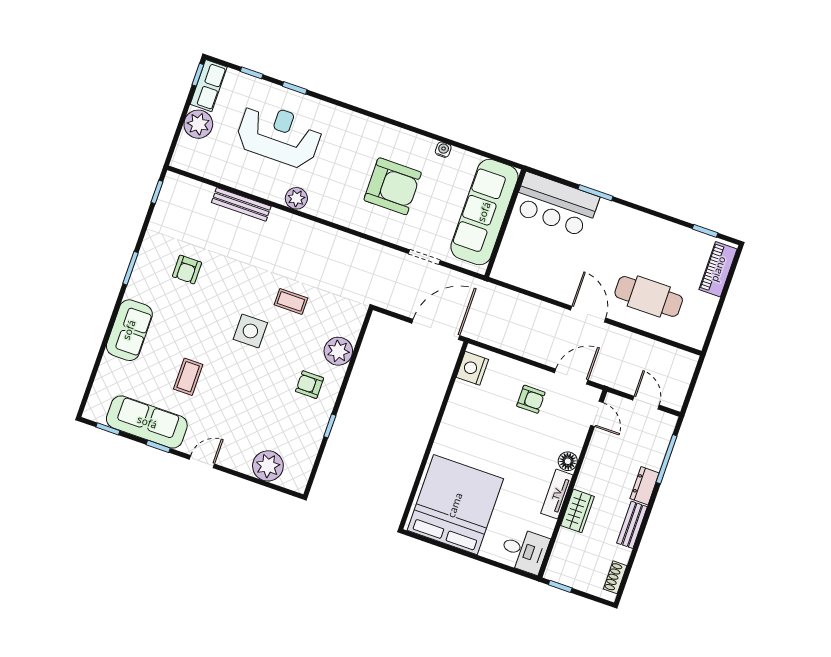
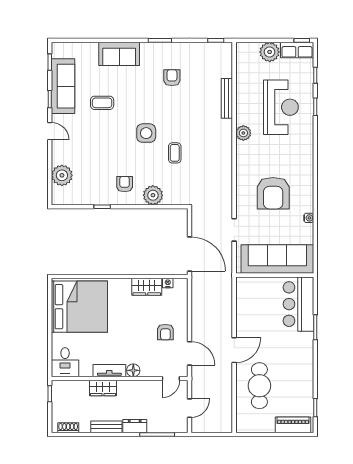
armchair: (187, 270) -> (172, 78), turned 90
nightstand: (472, 368) -> (168, 283), width x0.53, depth x0.56
wardrobe: (460, 403) -> (147, 287), added

